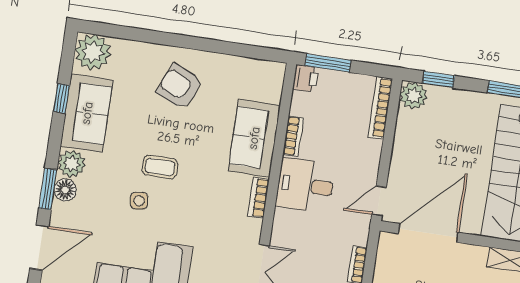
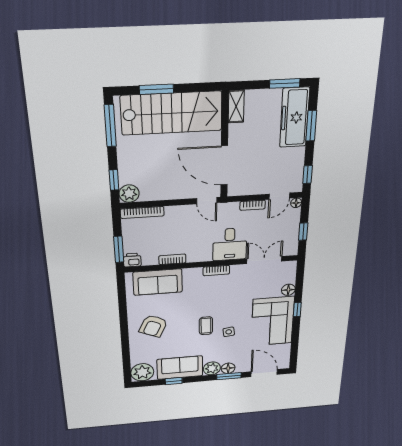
sofa: (254, 138) -> (158, 282), moved
desk: (305, 185) -> (230, 244), moved

